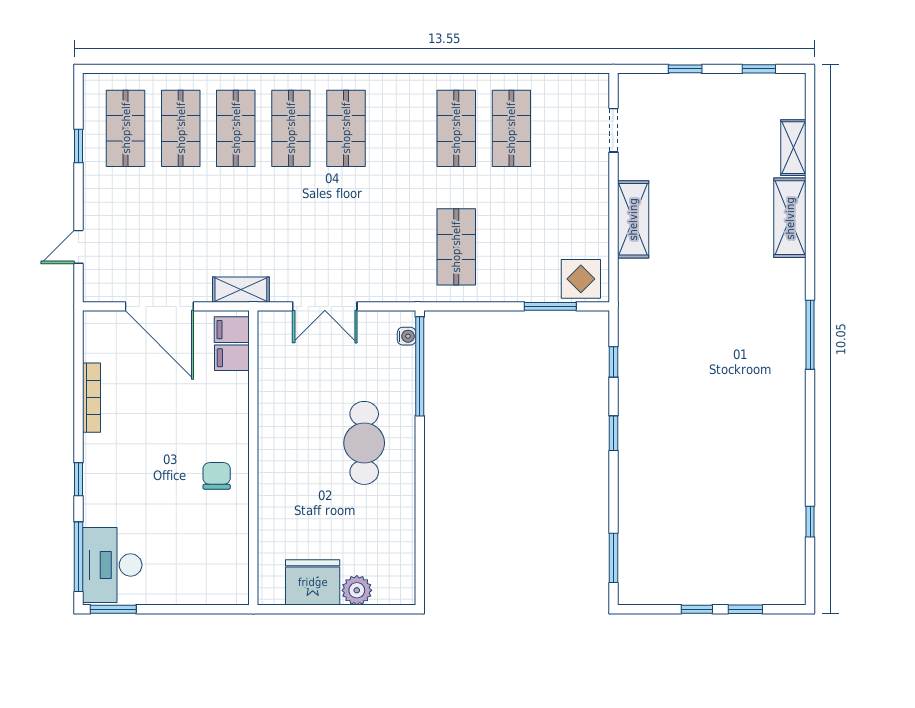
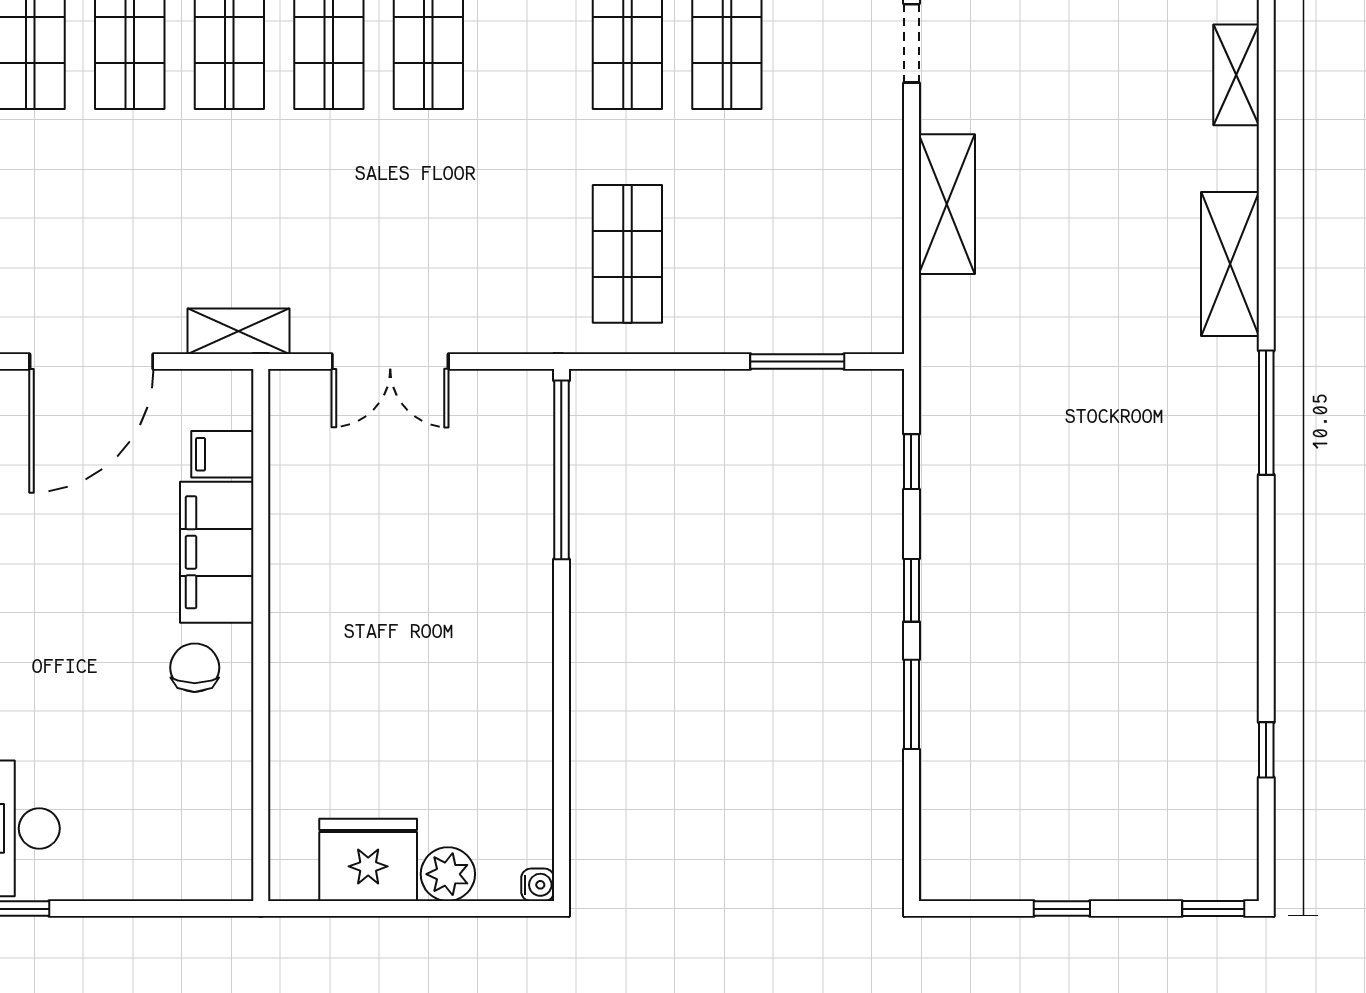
shelving: (790, 218) -> (1230, 264), moved
display table: (581, 279) -> (852, 312), removed
door: (159, 306) -> (91, 361), hinge flipped
filing cabinet: (232, 330) -> (217, 552), moved, width x3.00, depth x1.17
water cooler: (407, 336) -> (538, 885), moved
cafe table: (364, 443) -> (461, 608), removed
window: (613, 558) -> (911, 704), moved
window: (745, 609) -> (1213, 909), moved

